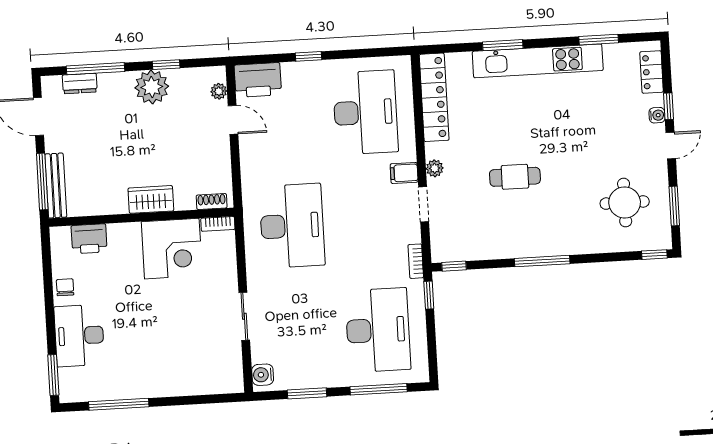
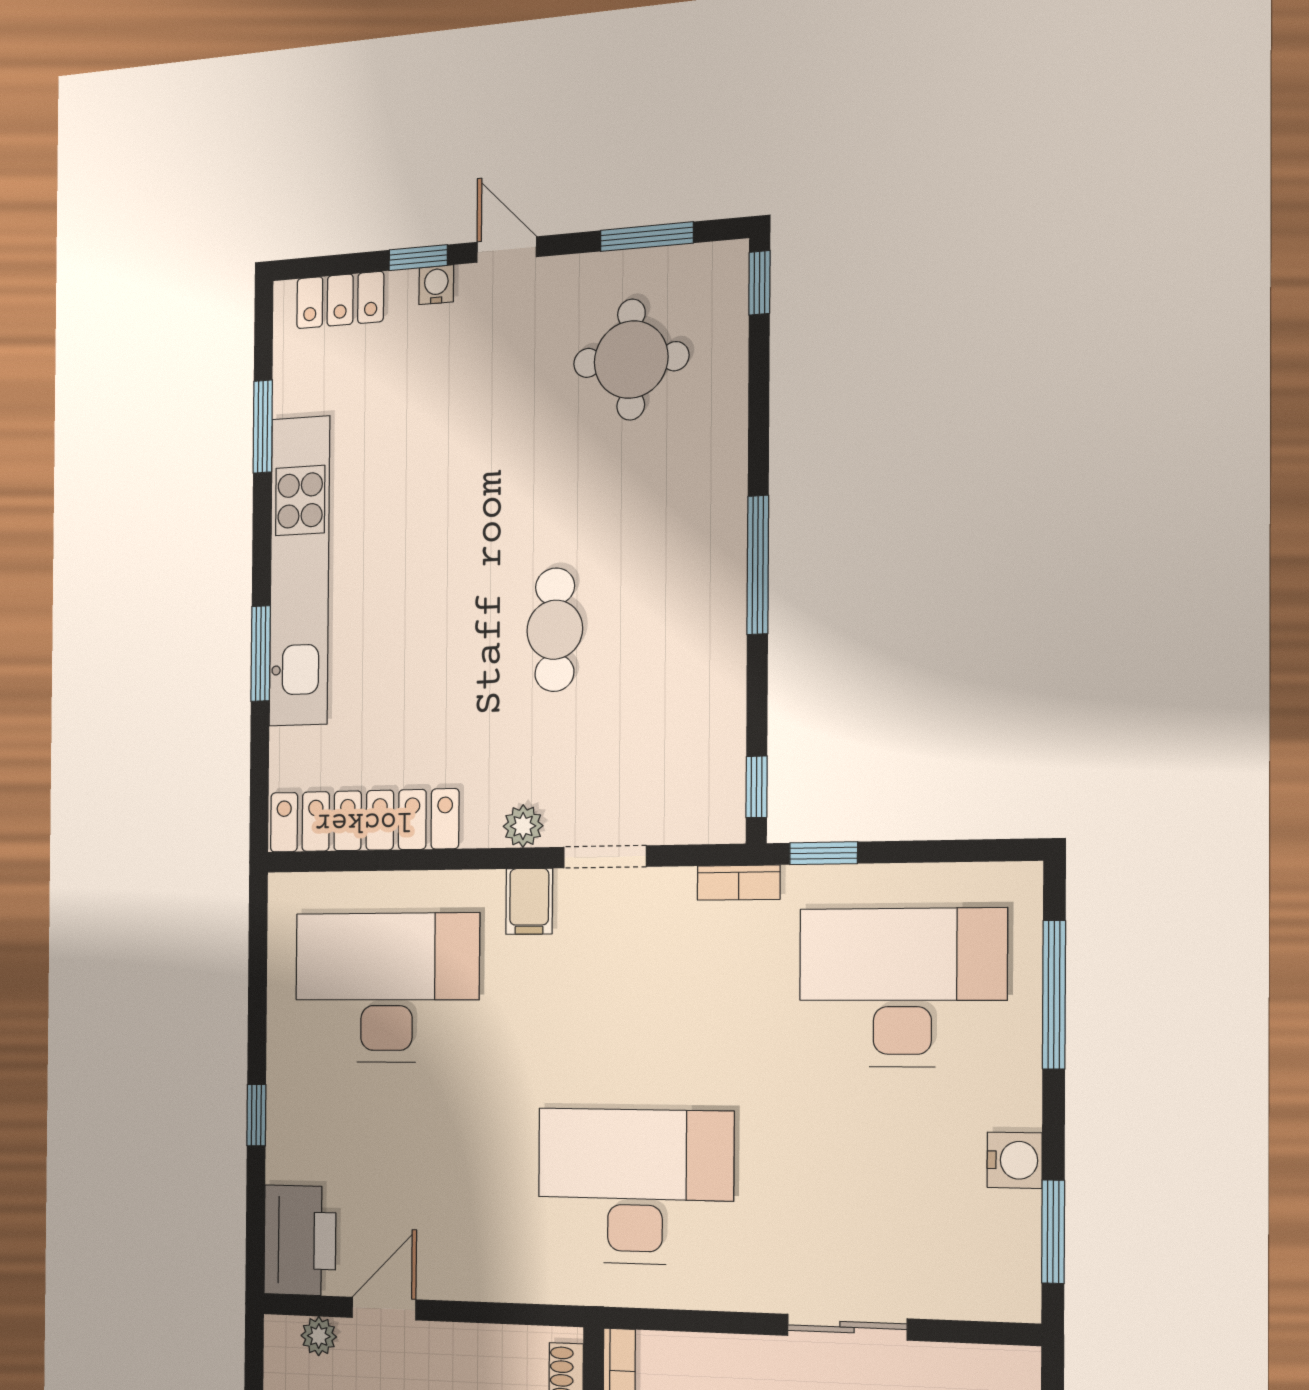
water cooler: (263, 375) -> (1015, 1160), moved, turned -90
window: (307, 393) -> (1053, 1232), moved

